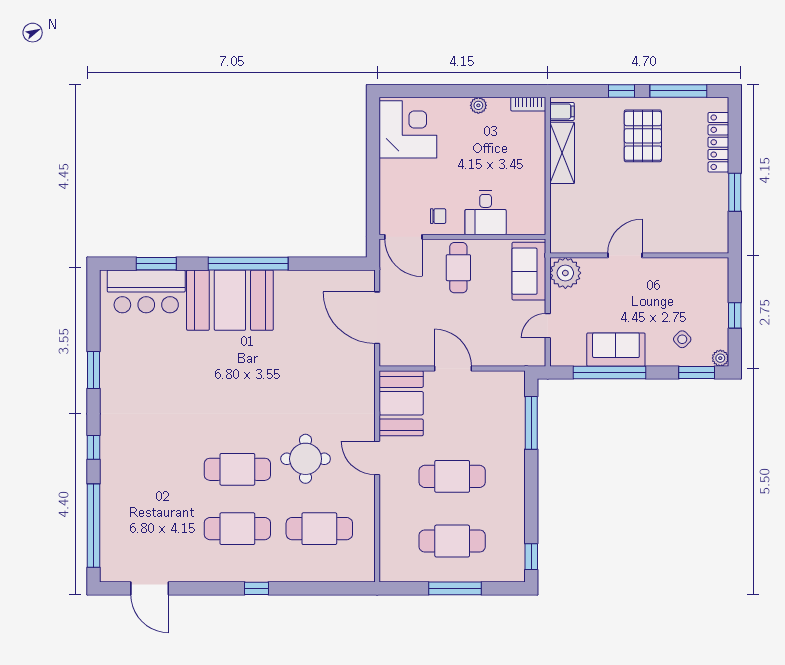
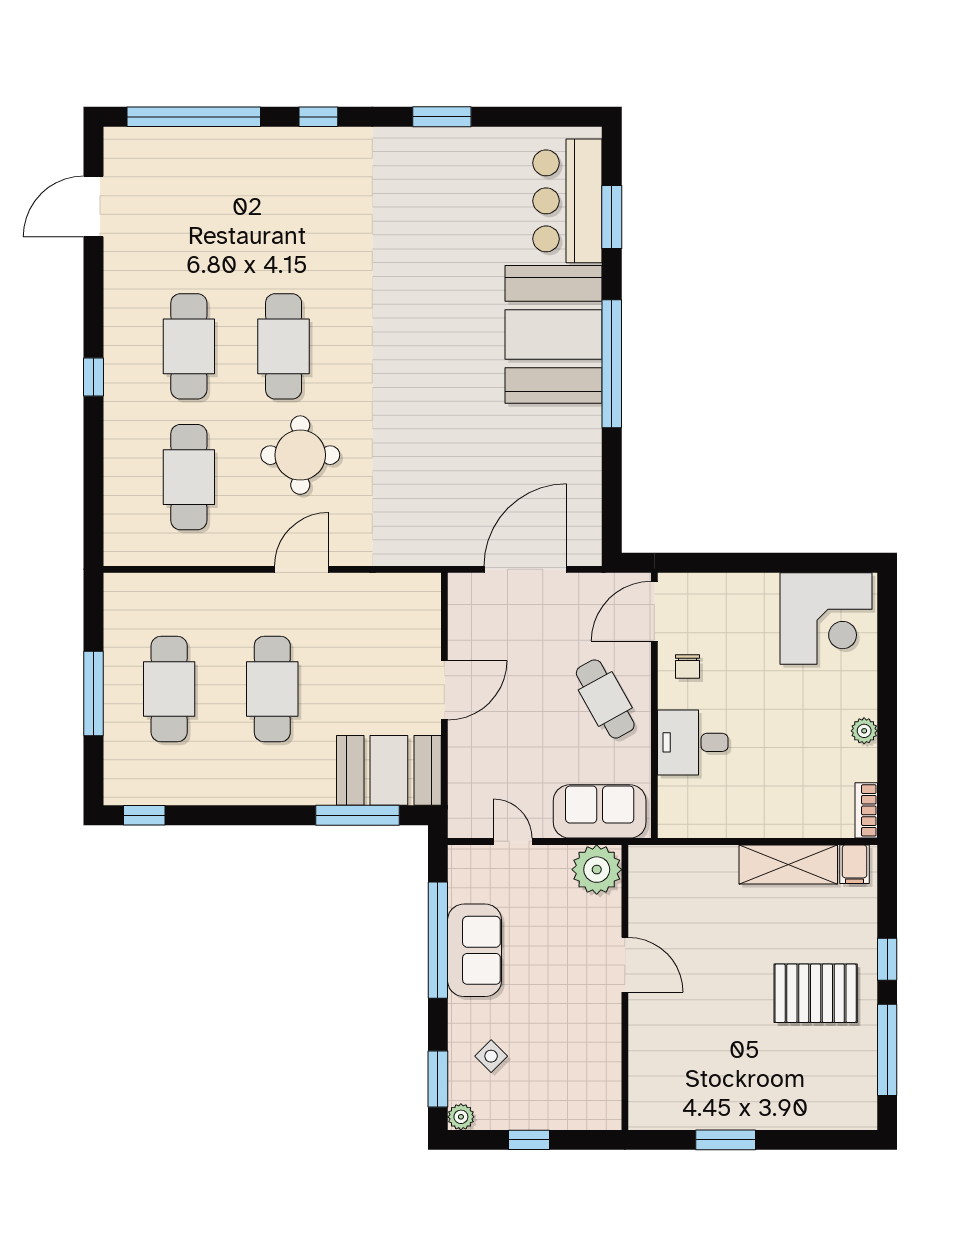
locker: (718, 142) -> (805, 1114), removed
cafe table: (458, 268) -> (605, 699), turned 61
booth: (401, 403) -> (389, 770), moved

